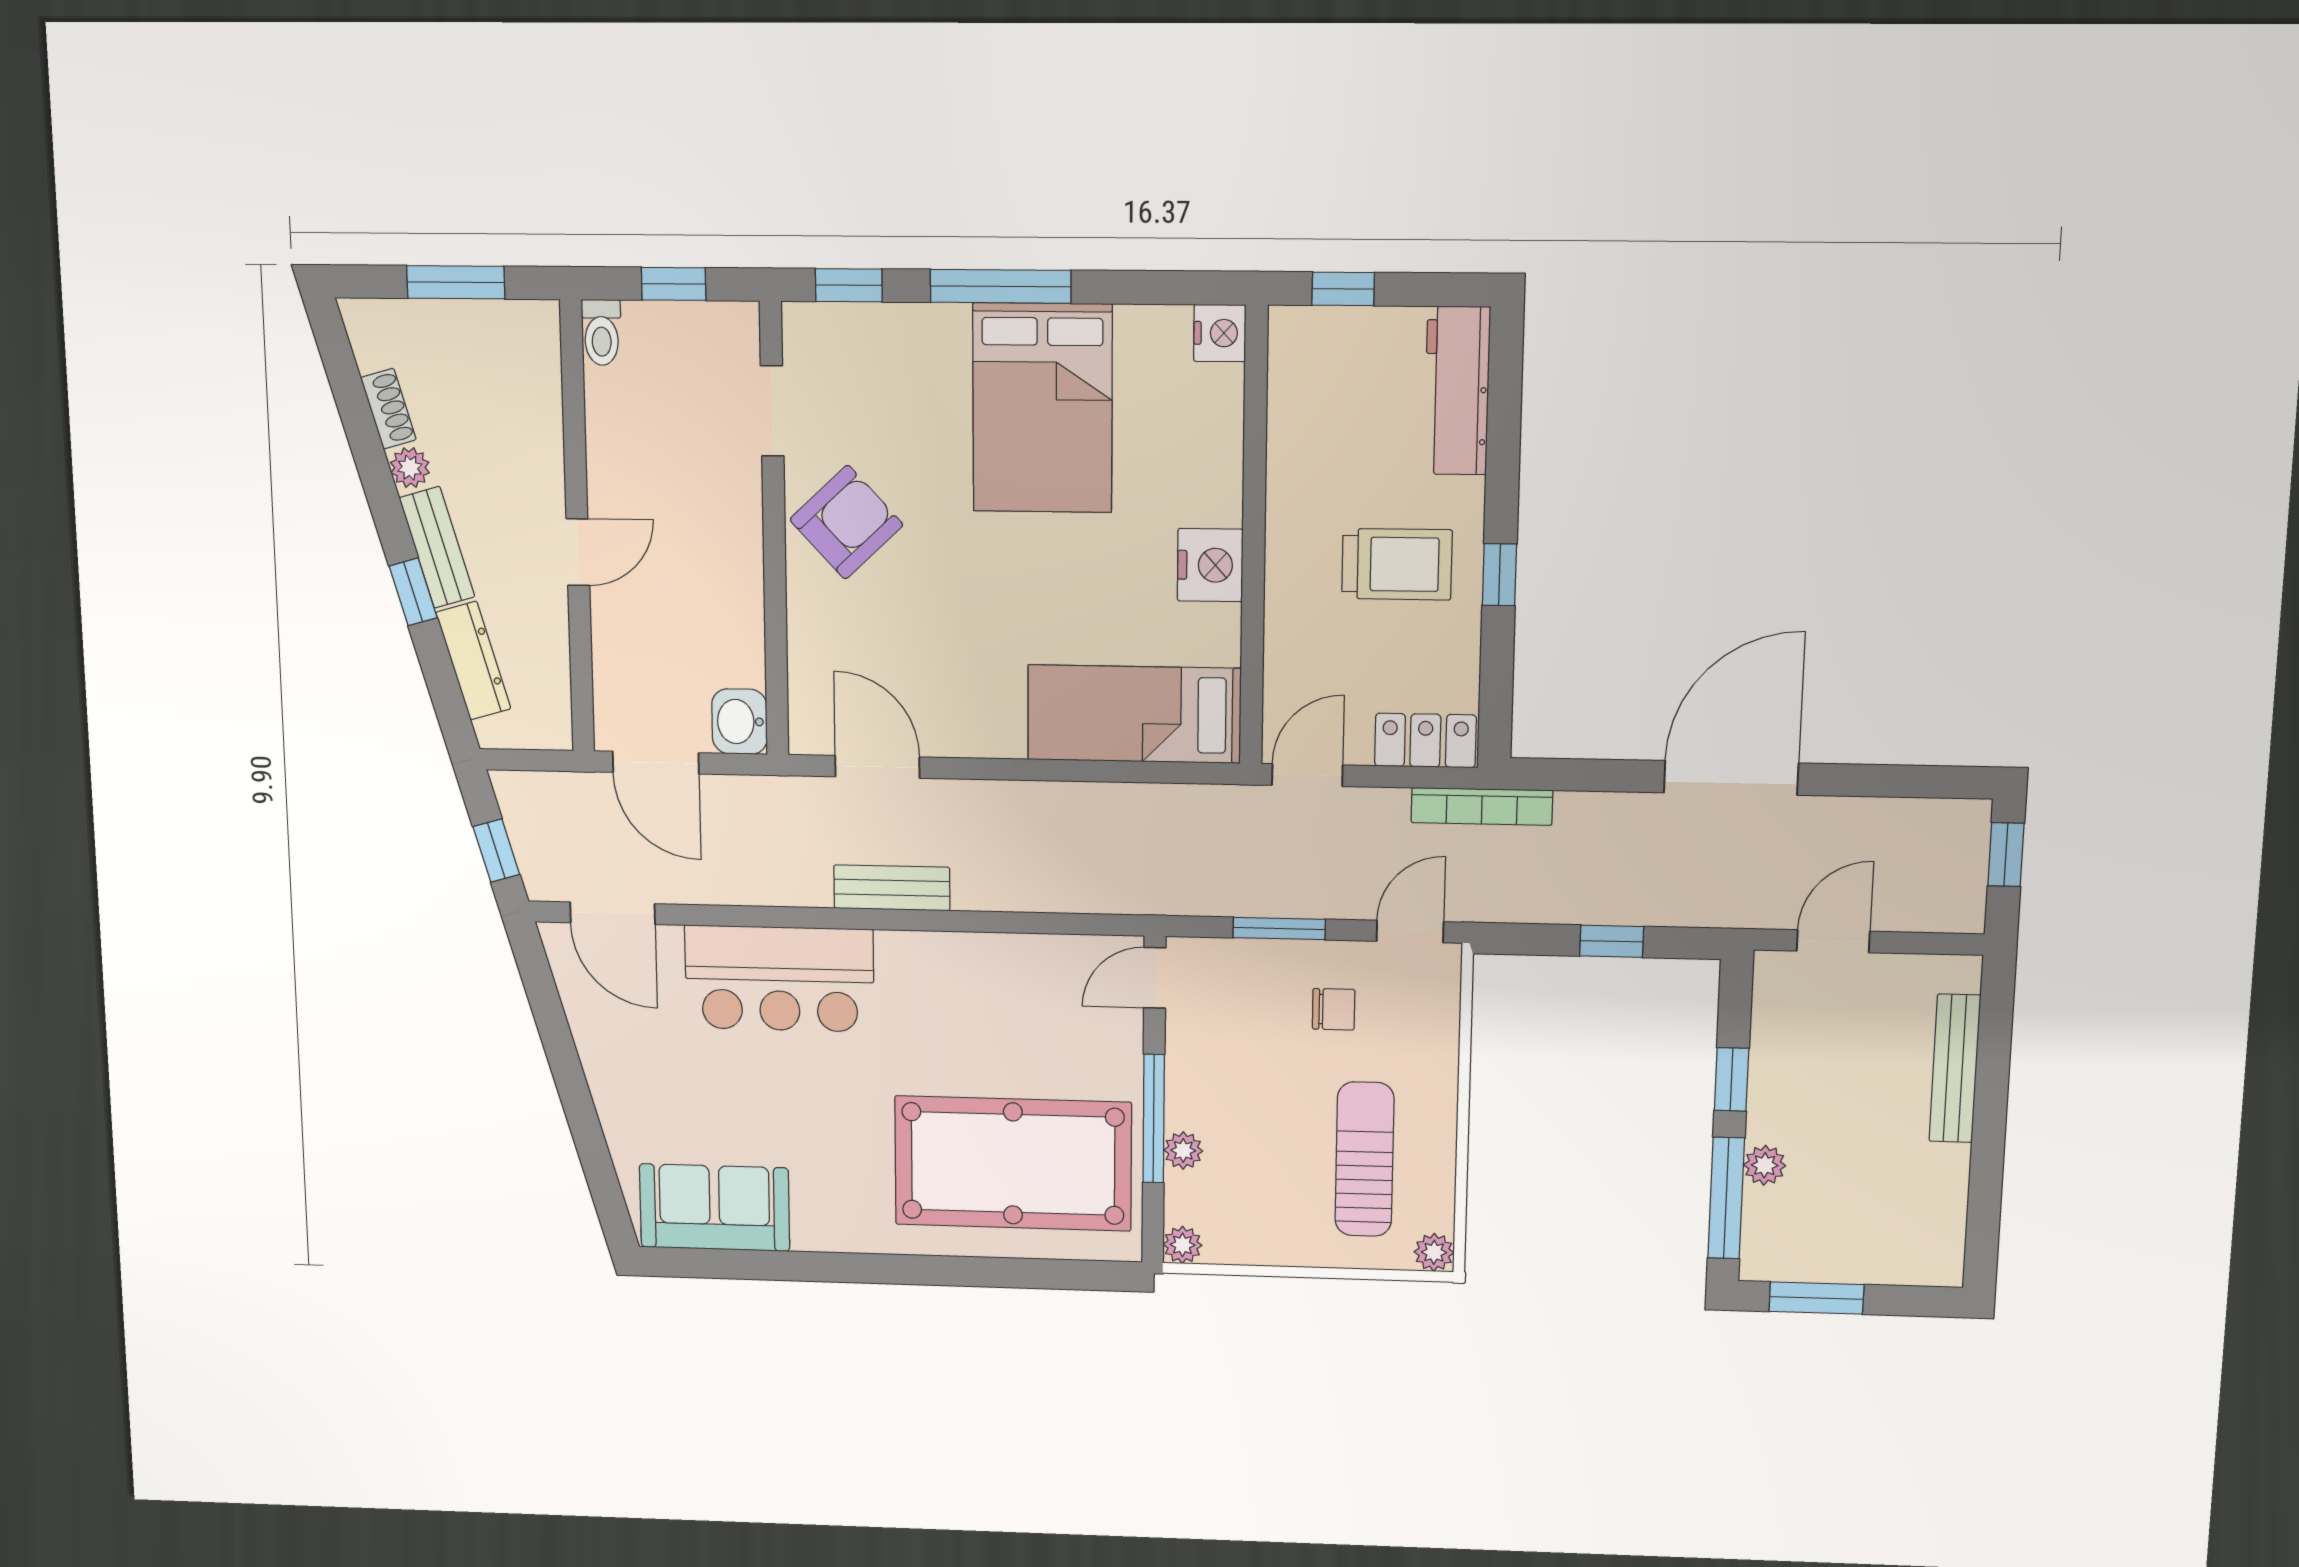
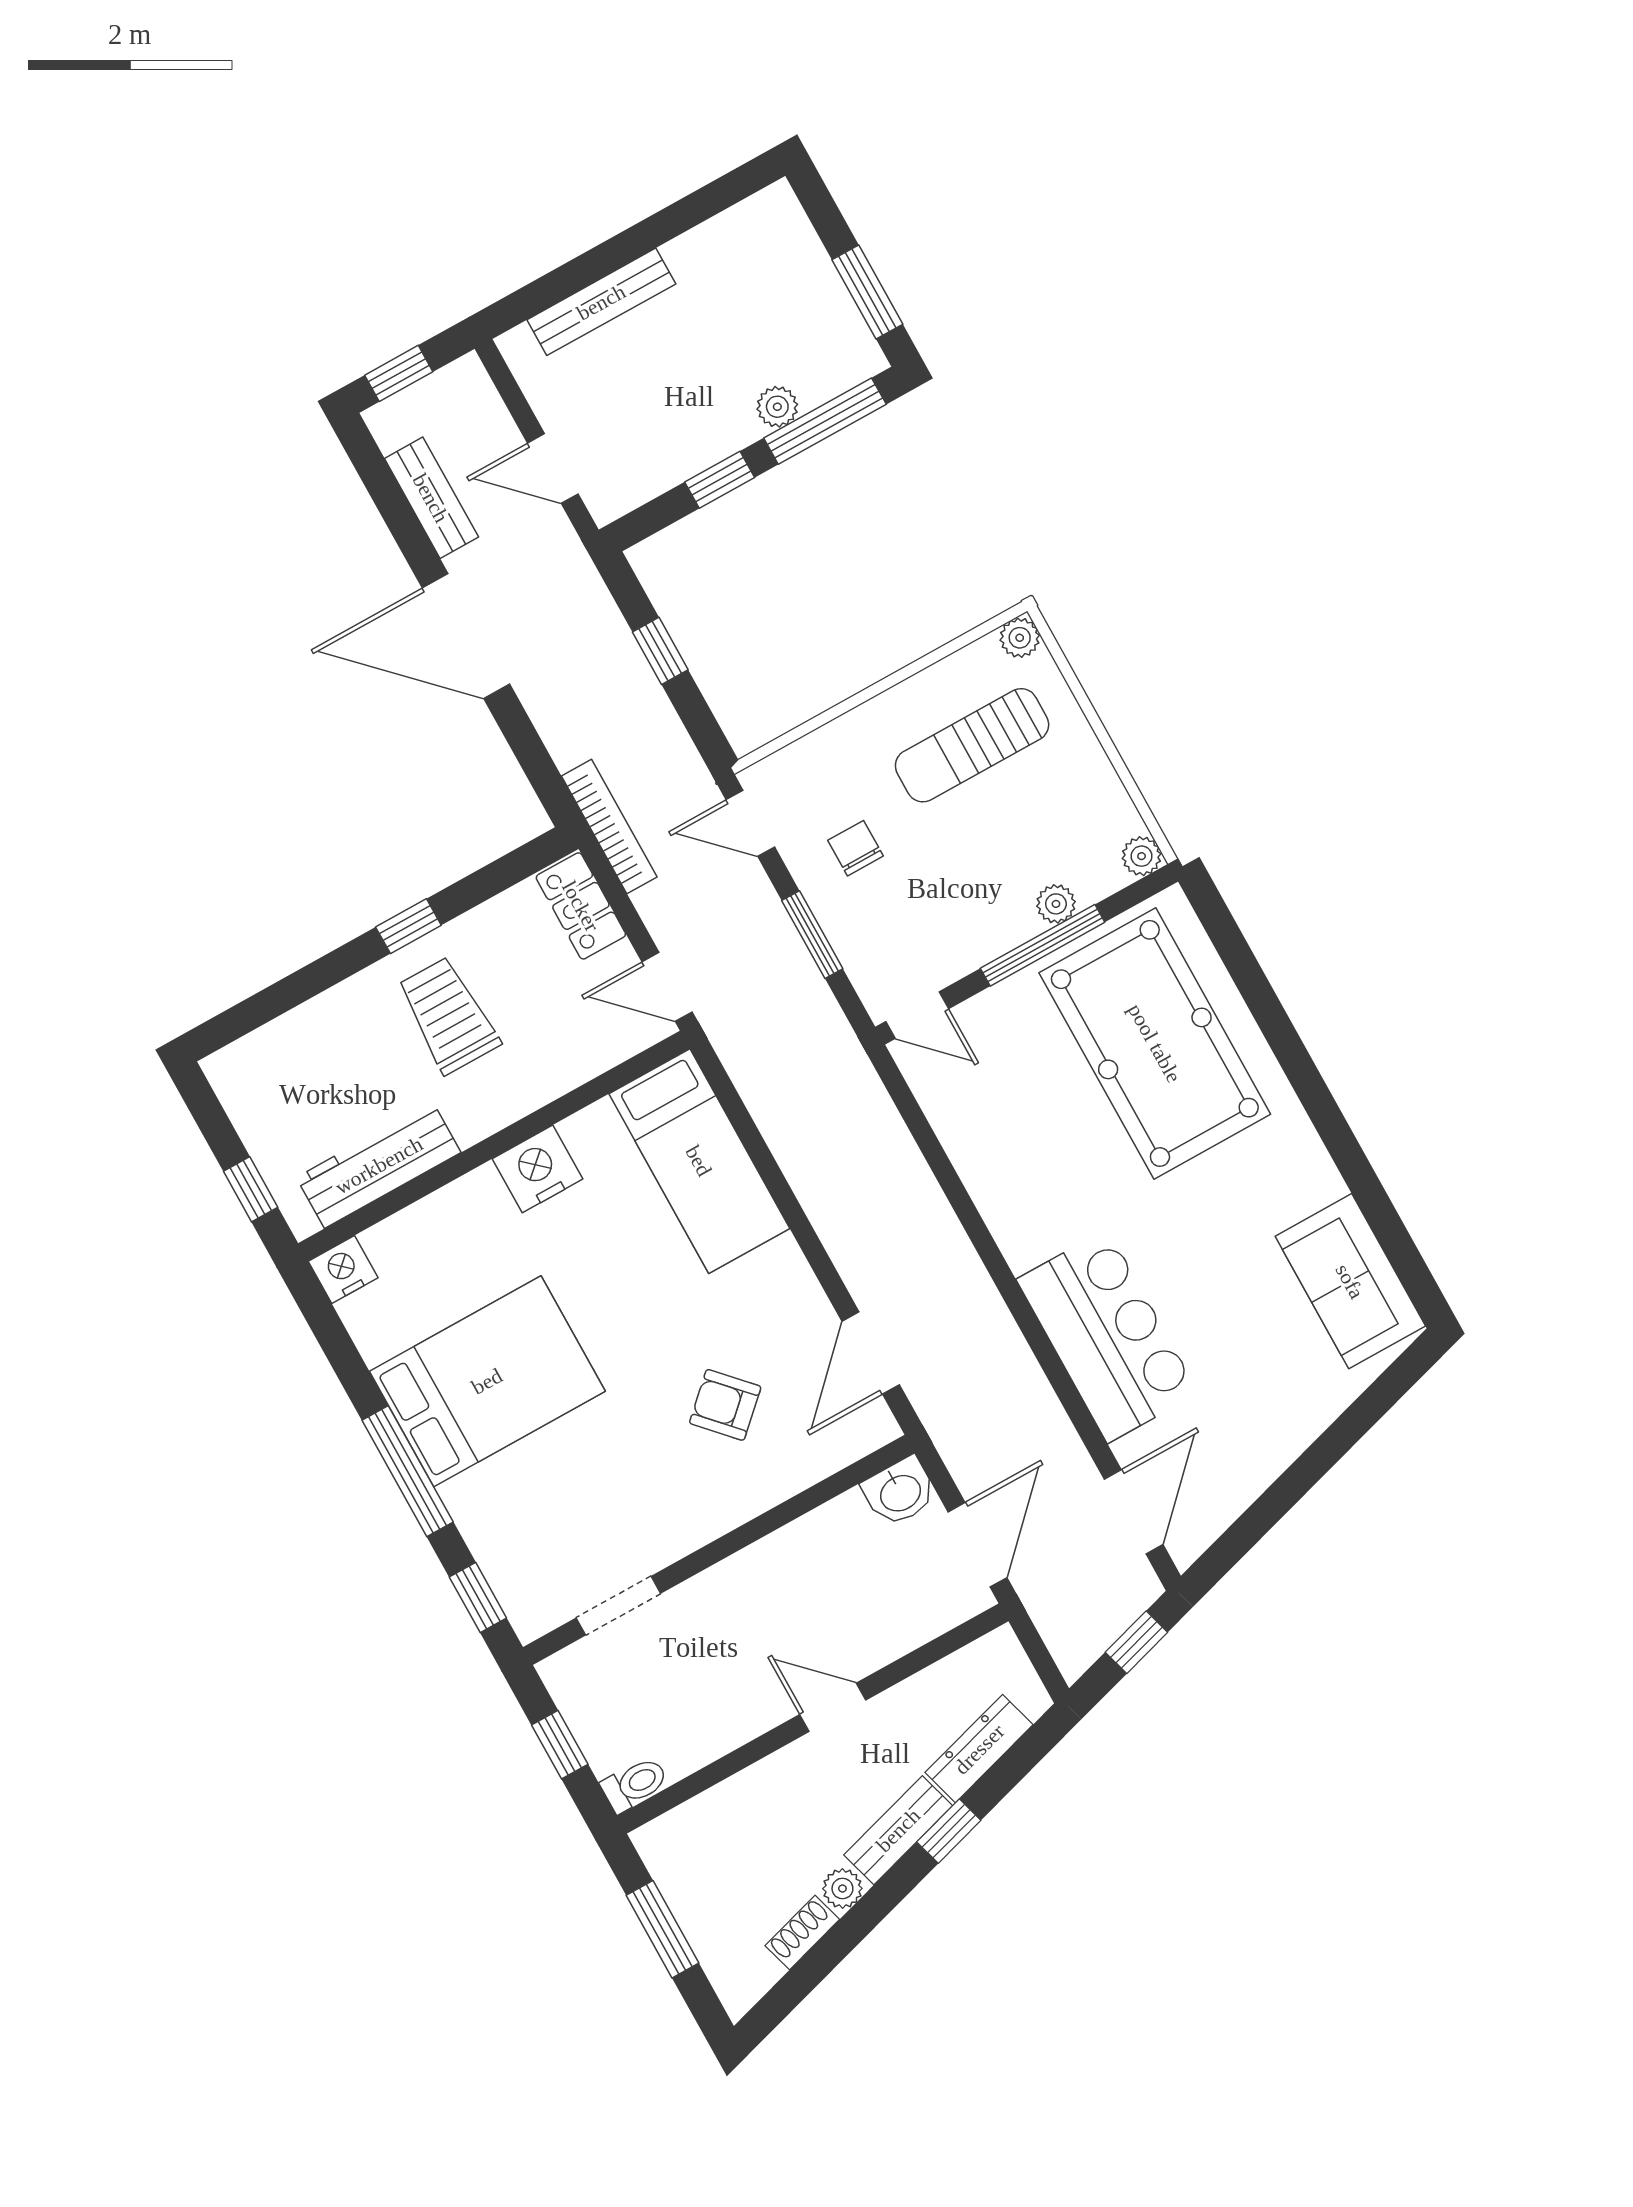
workbench: (1457, 391) -> (379, 1165), moved, turned 180
armchair: (846, 522) -> (725, 1405), moved, width x0.72, depth x0.72
bench: (892, 888) -> (431, 498), moved

